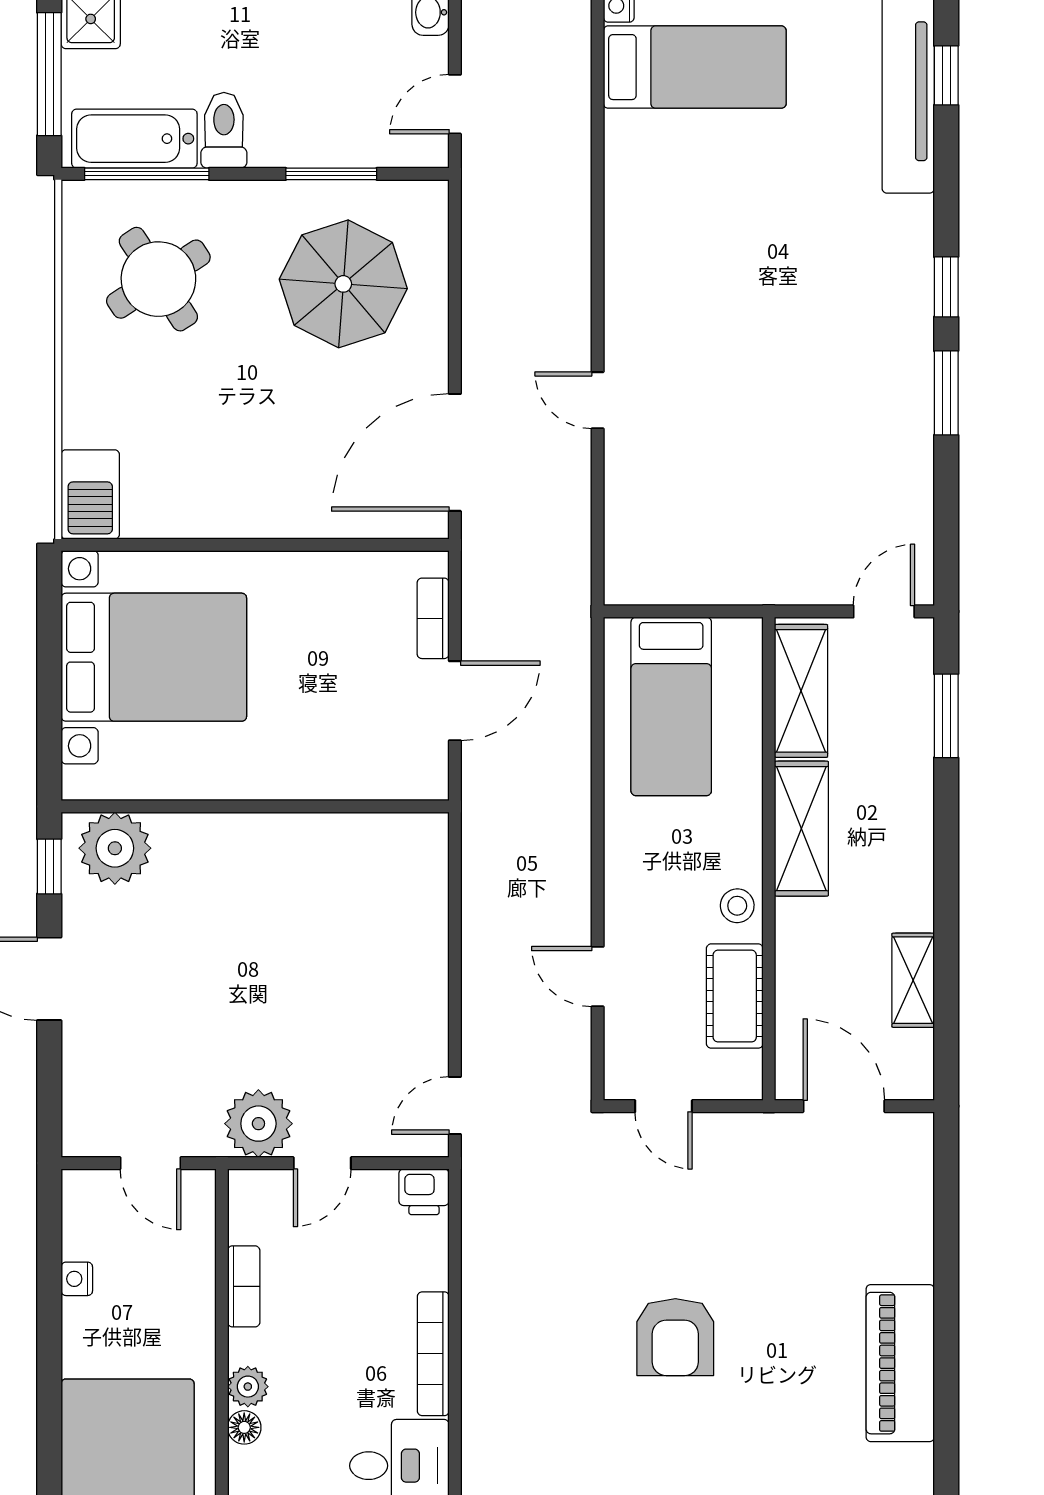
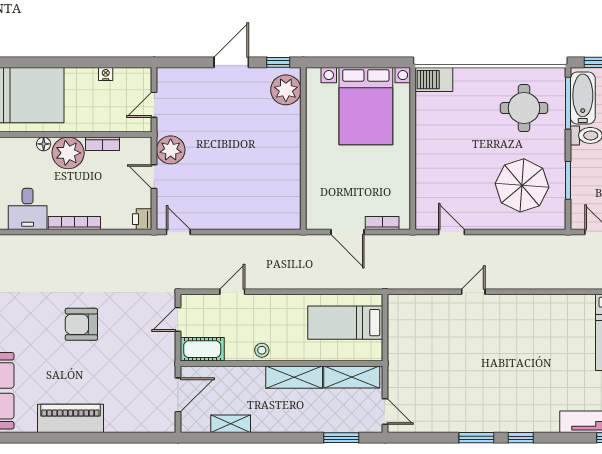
round table: (158, 279) -> (524, 108), turned 33
door: (455, 452) -> (451, 232), width x0.53
cot: (735, 996) -> (202, 349), moved
plant: (248, 1387) -> (68, 153), width x1.87, depth x1.87

